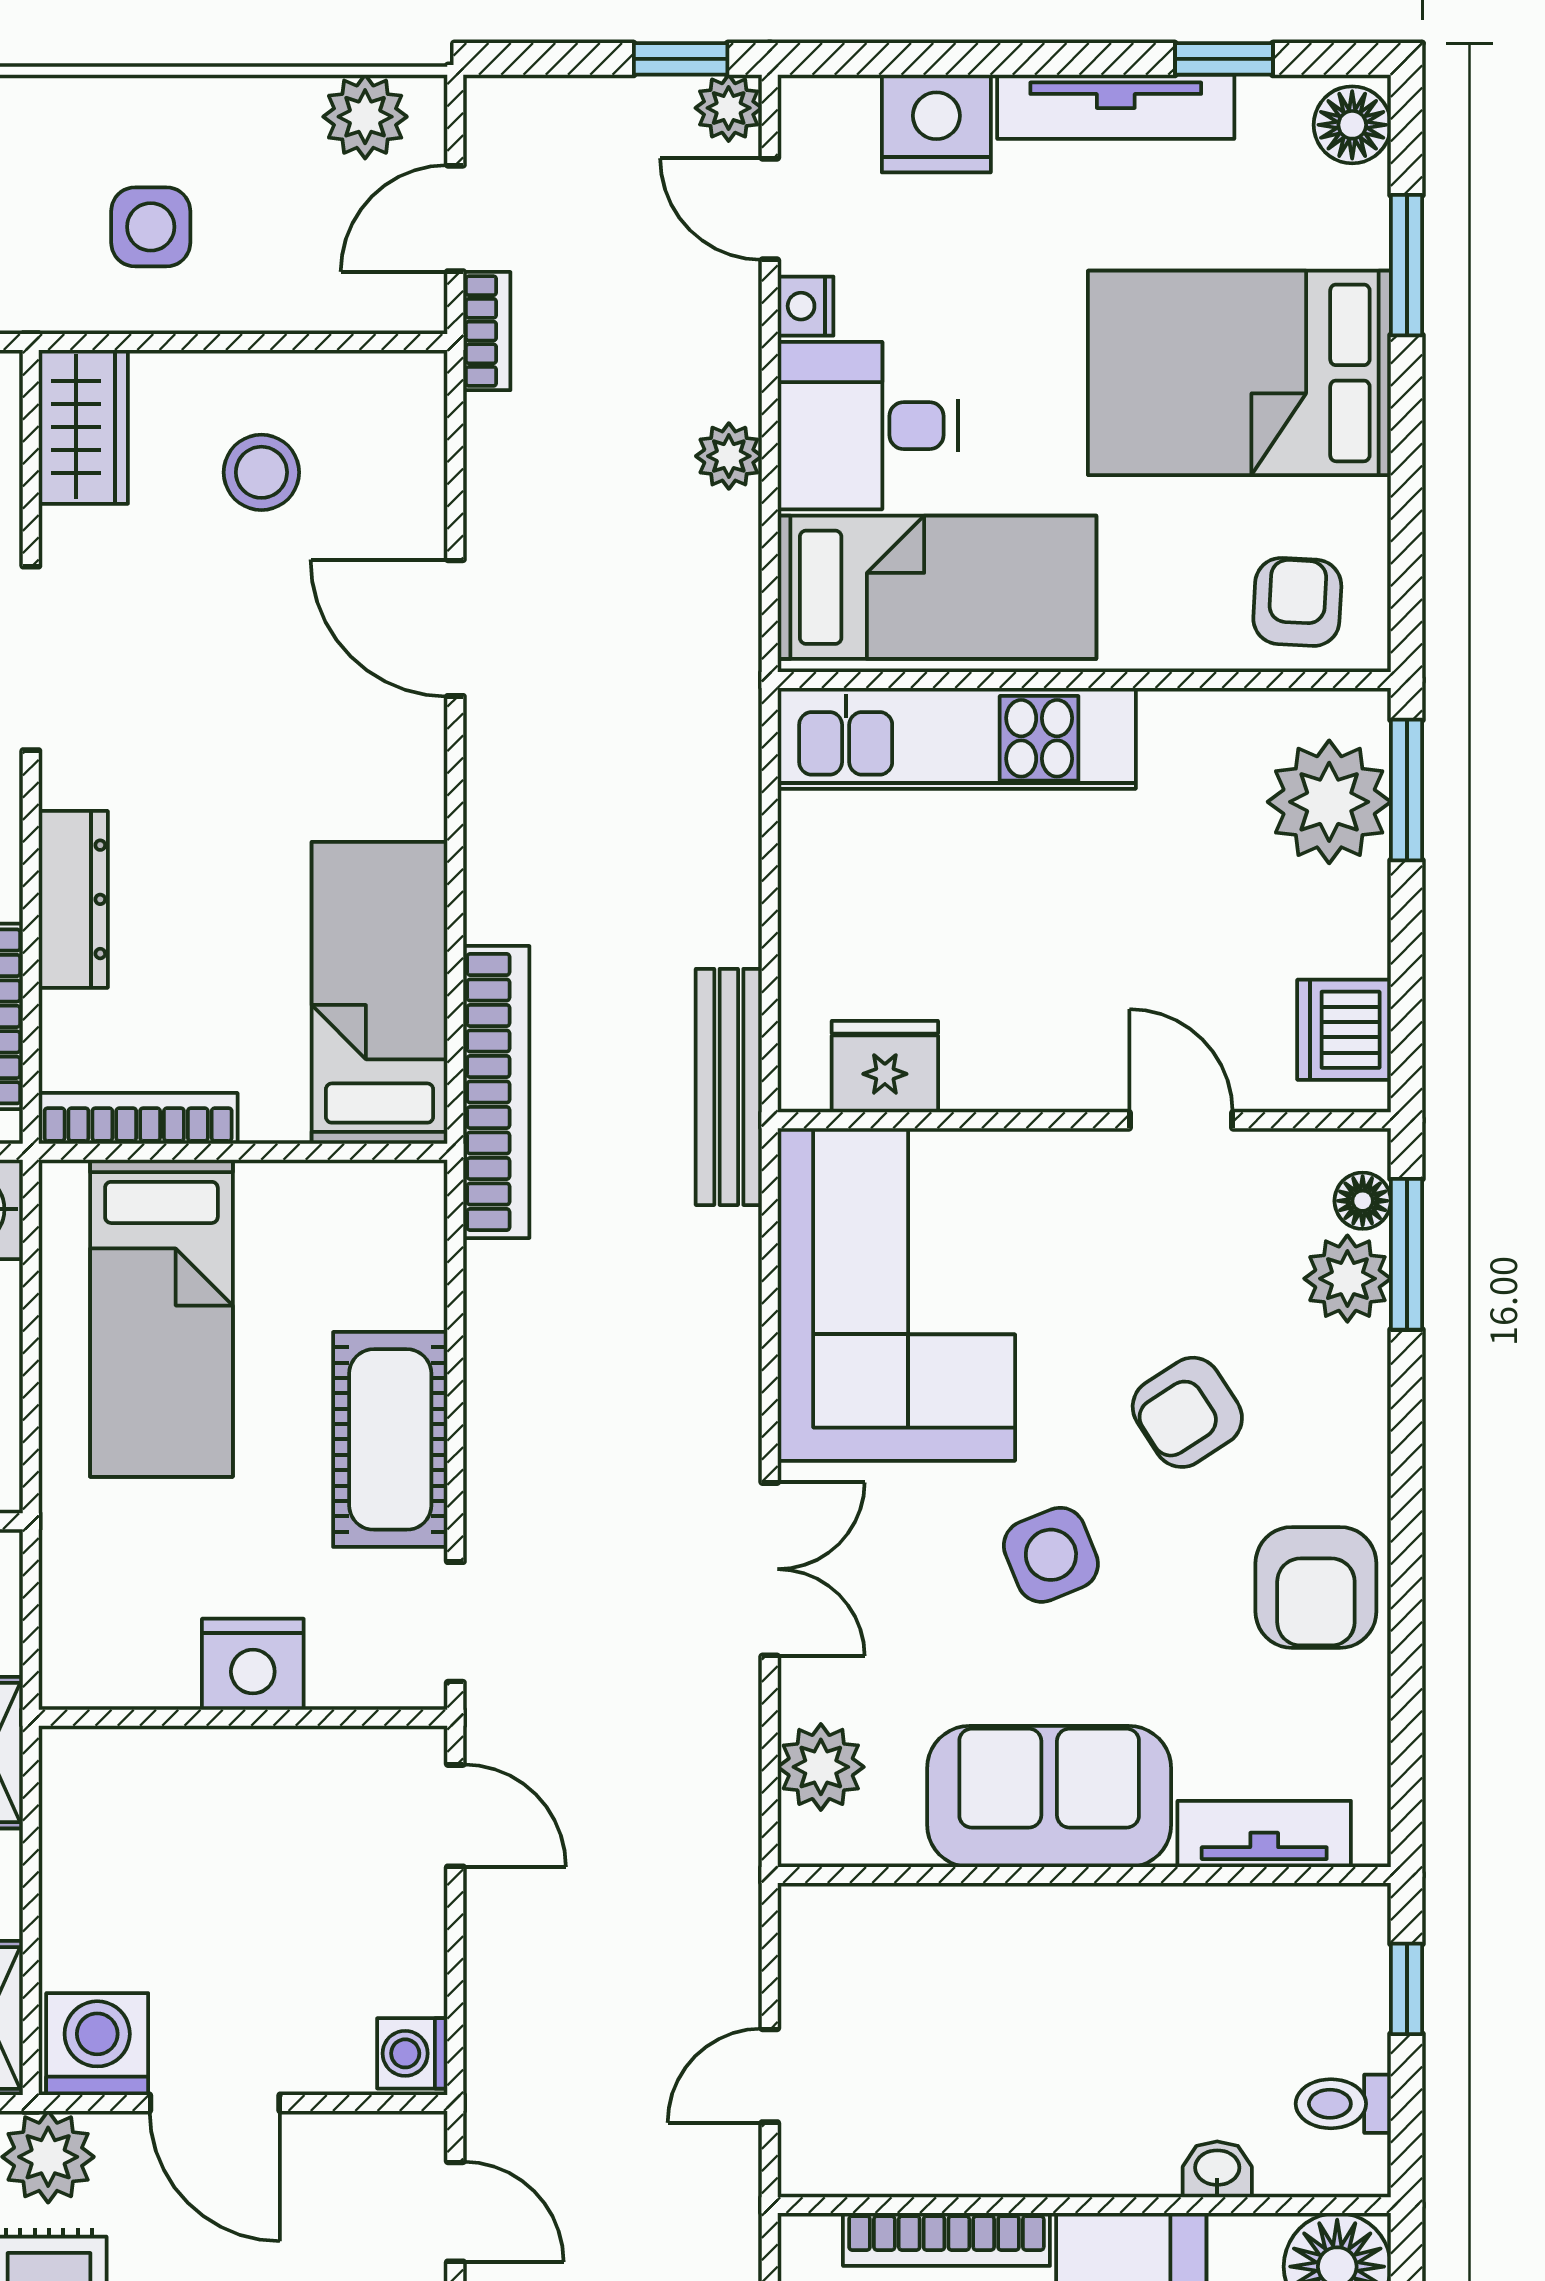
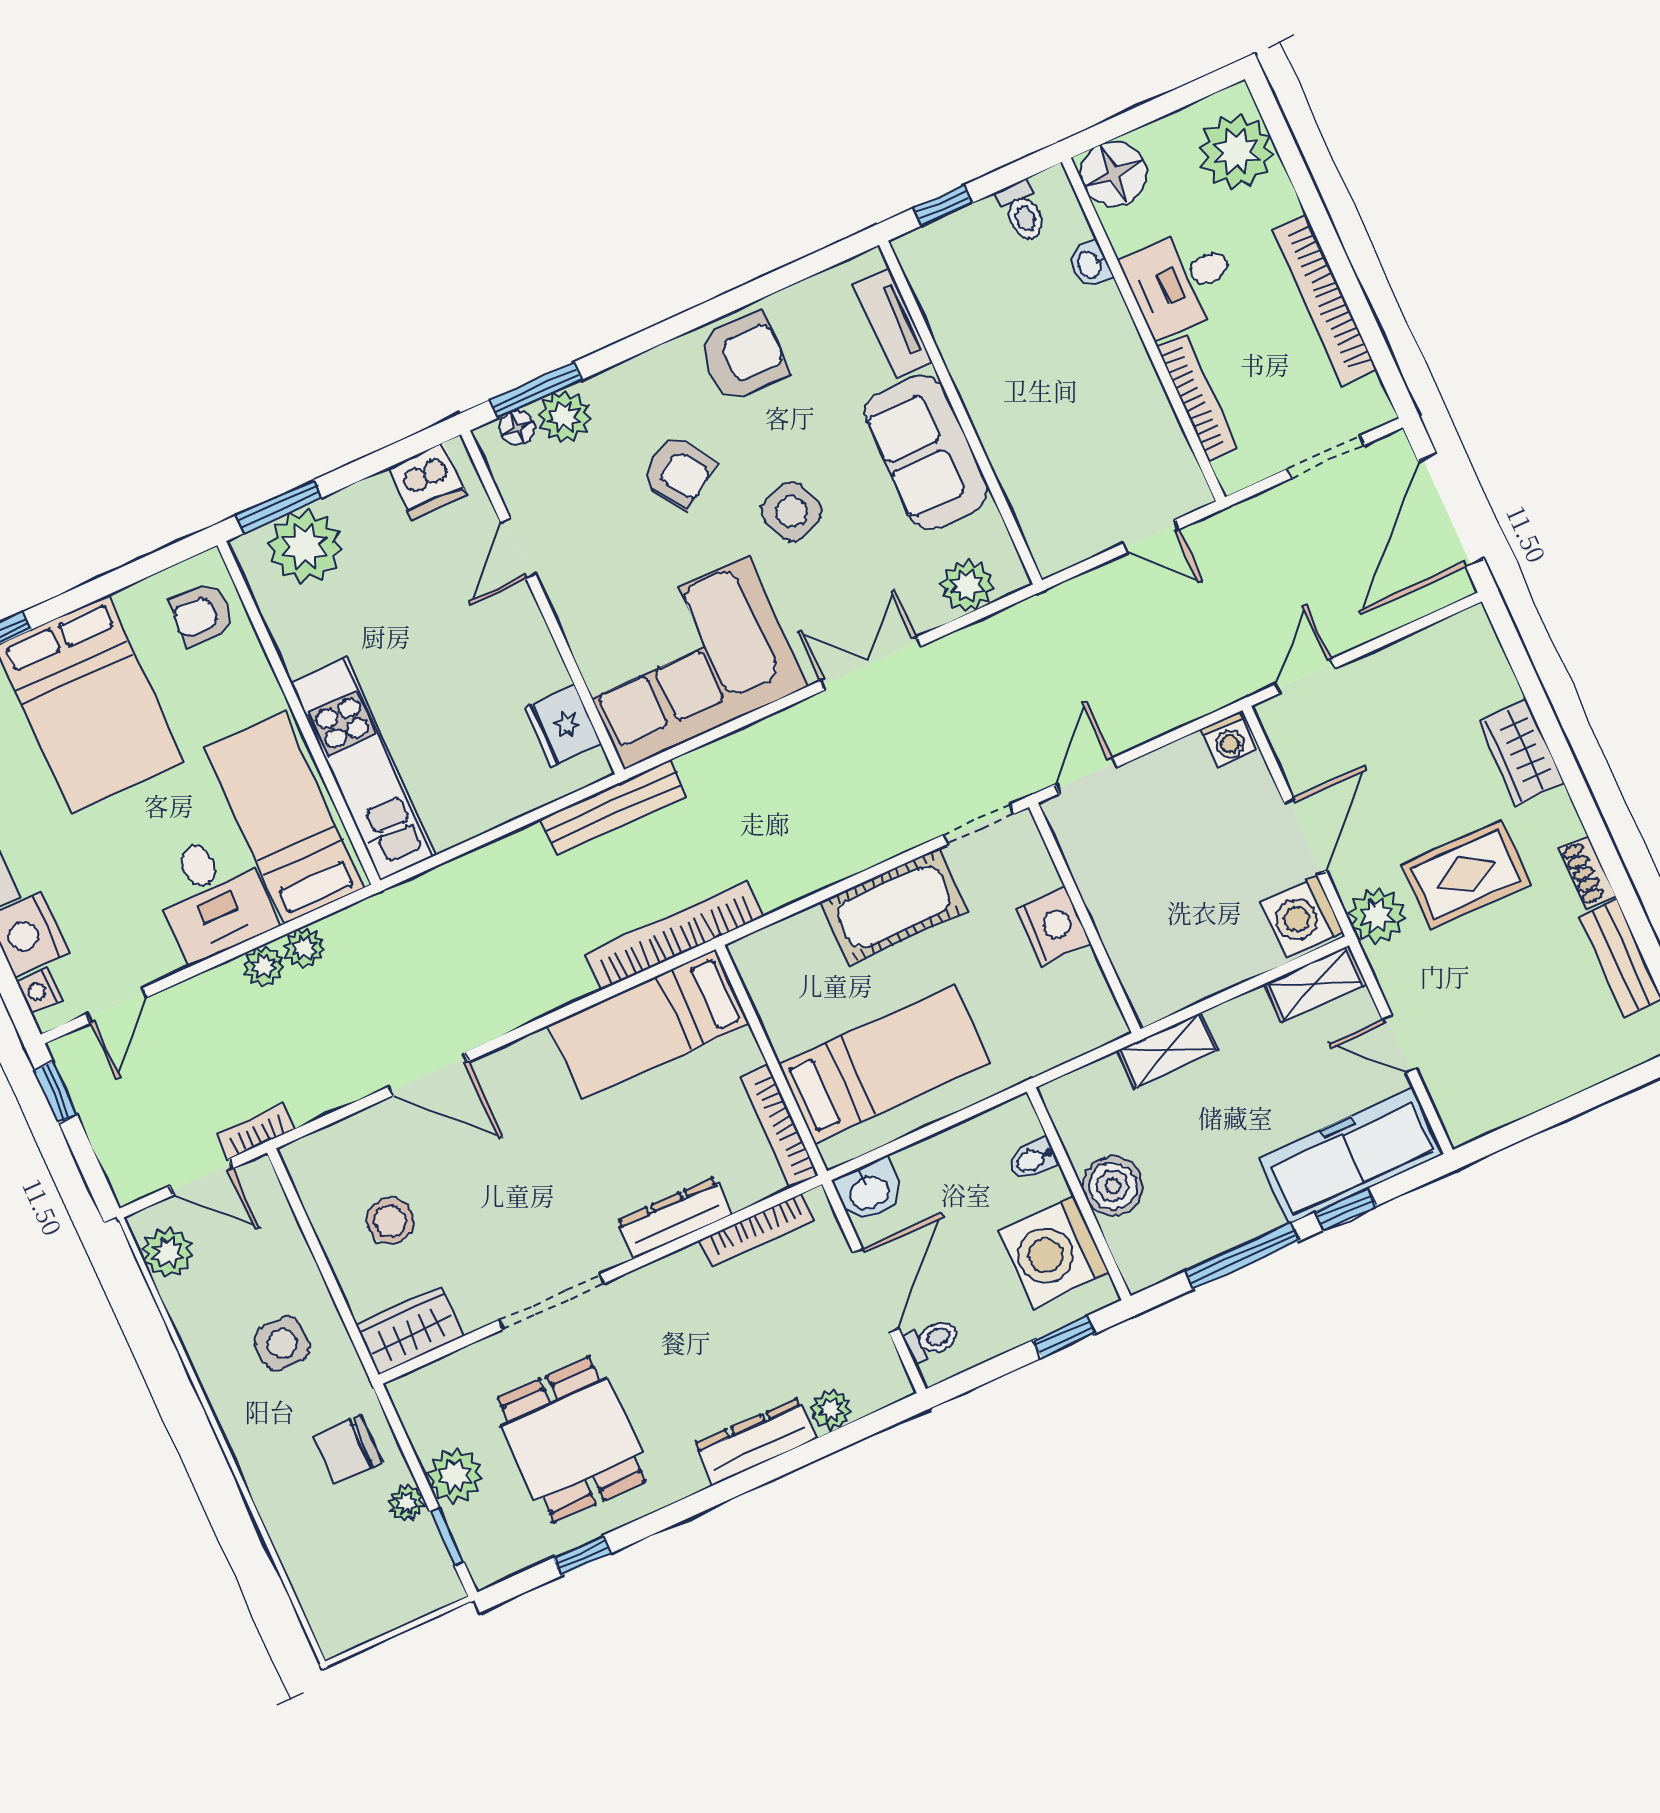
plant: (729, 108) -> (304, 948), moved
nightstand: (806, 306) -> (39, 991), moved, turned 90
door: (455, 628) -> (428, 1074), hinge flipped

